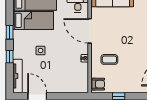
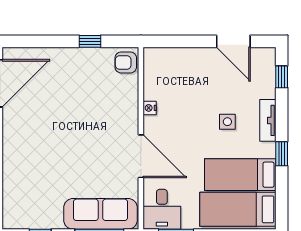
window: (10, 57) -> (282, 77), moved
coffee table: (109, 59) -> (106, 106), removed
tv unit: (18, 76) -> (268, 120), moved, width x0.71

